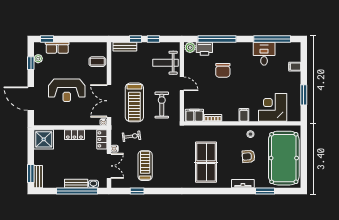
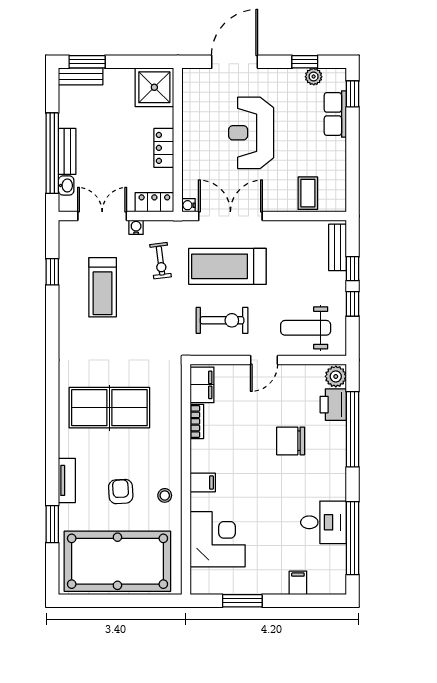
weight bench: (166, 63) -> (306, 328), turned -90
double door: (109, 166) -> (102, 216), swing flipped
treadmill: (145, 166) -> (103, 287), turned 90

